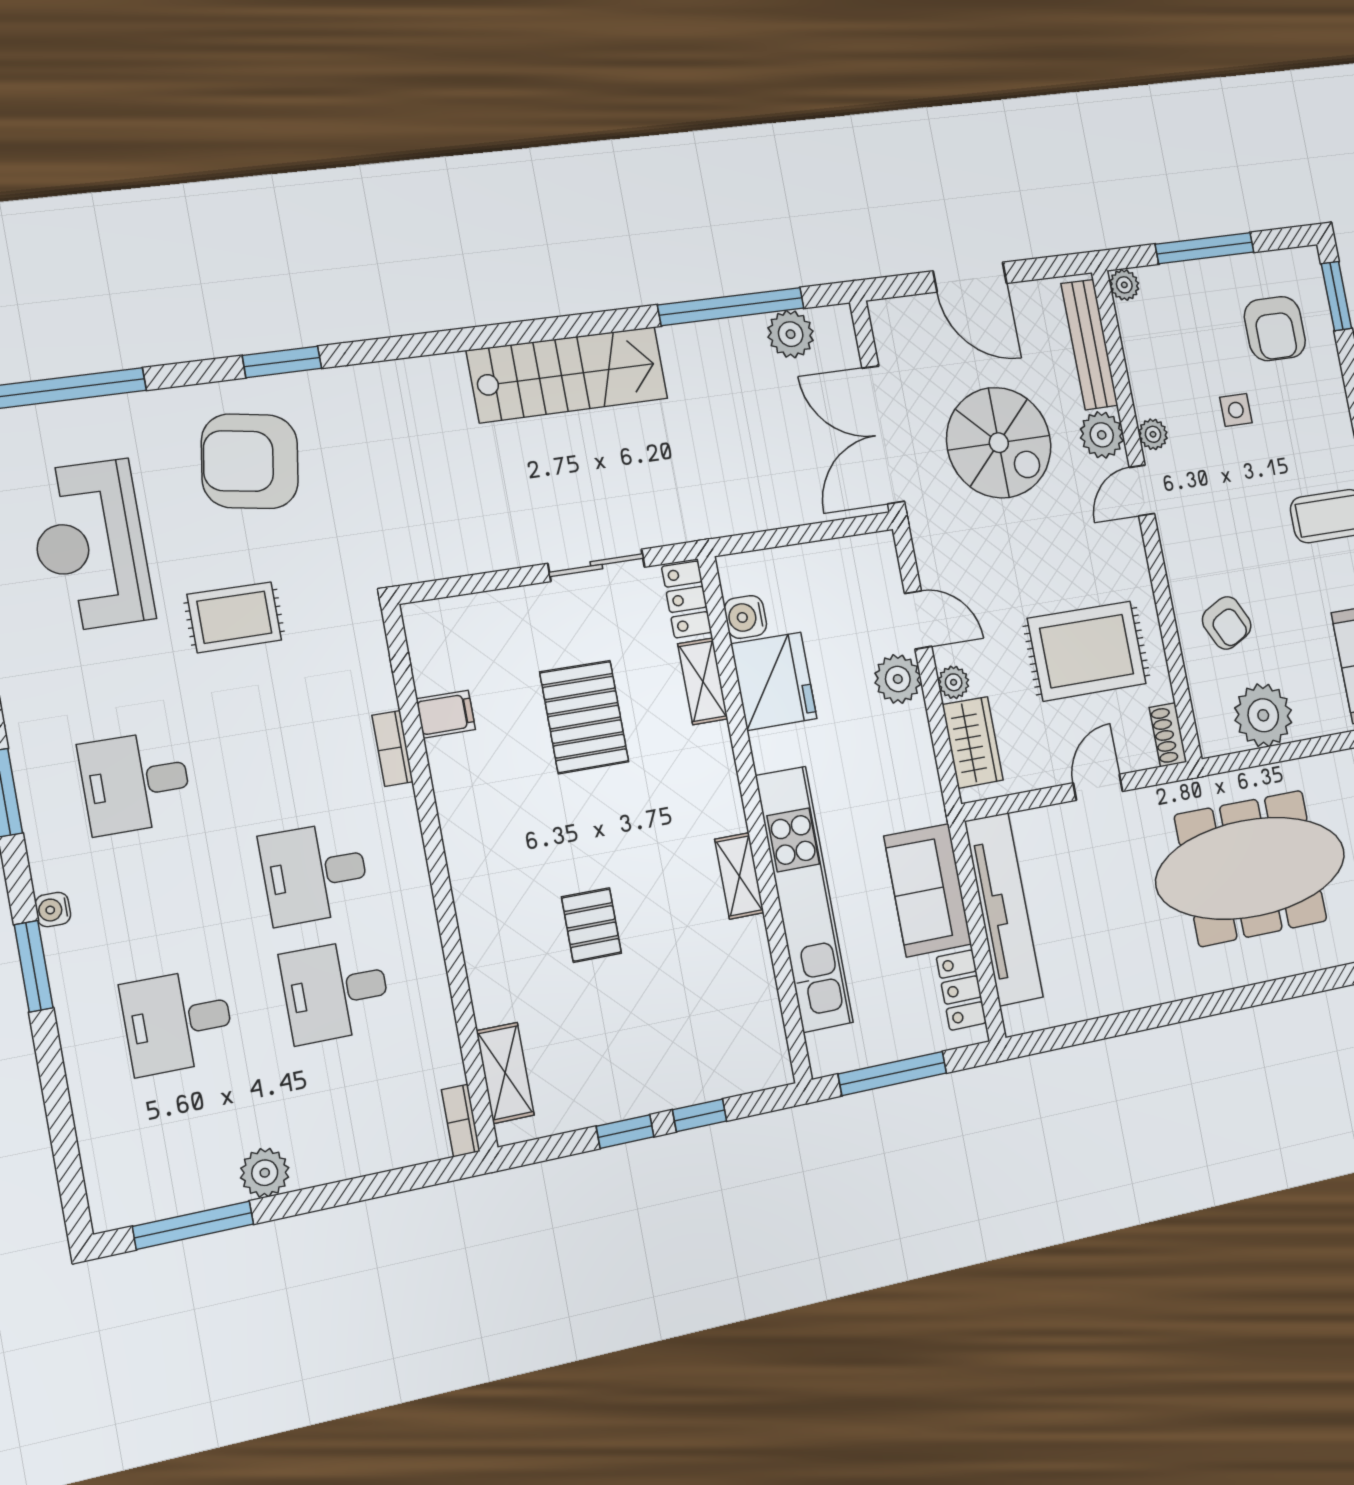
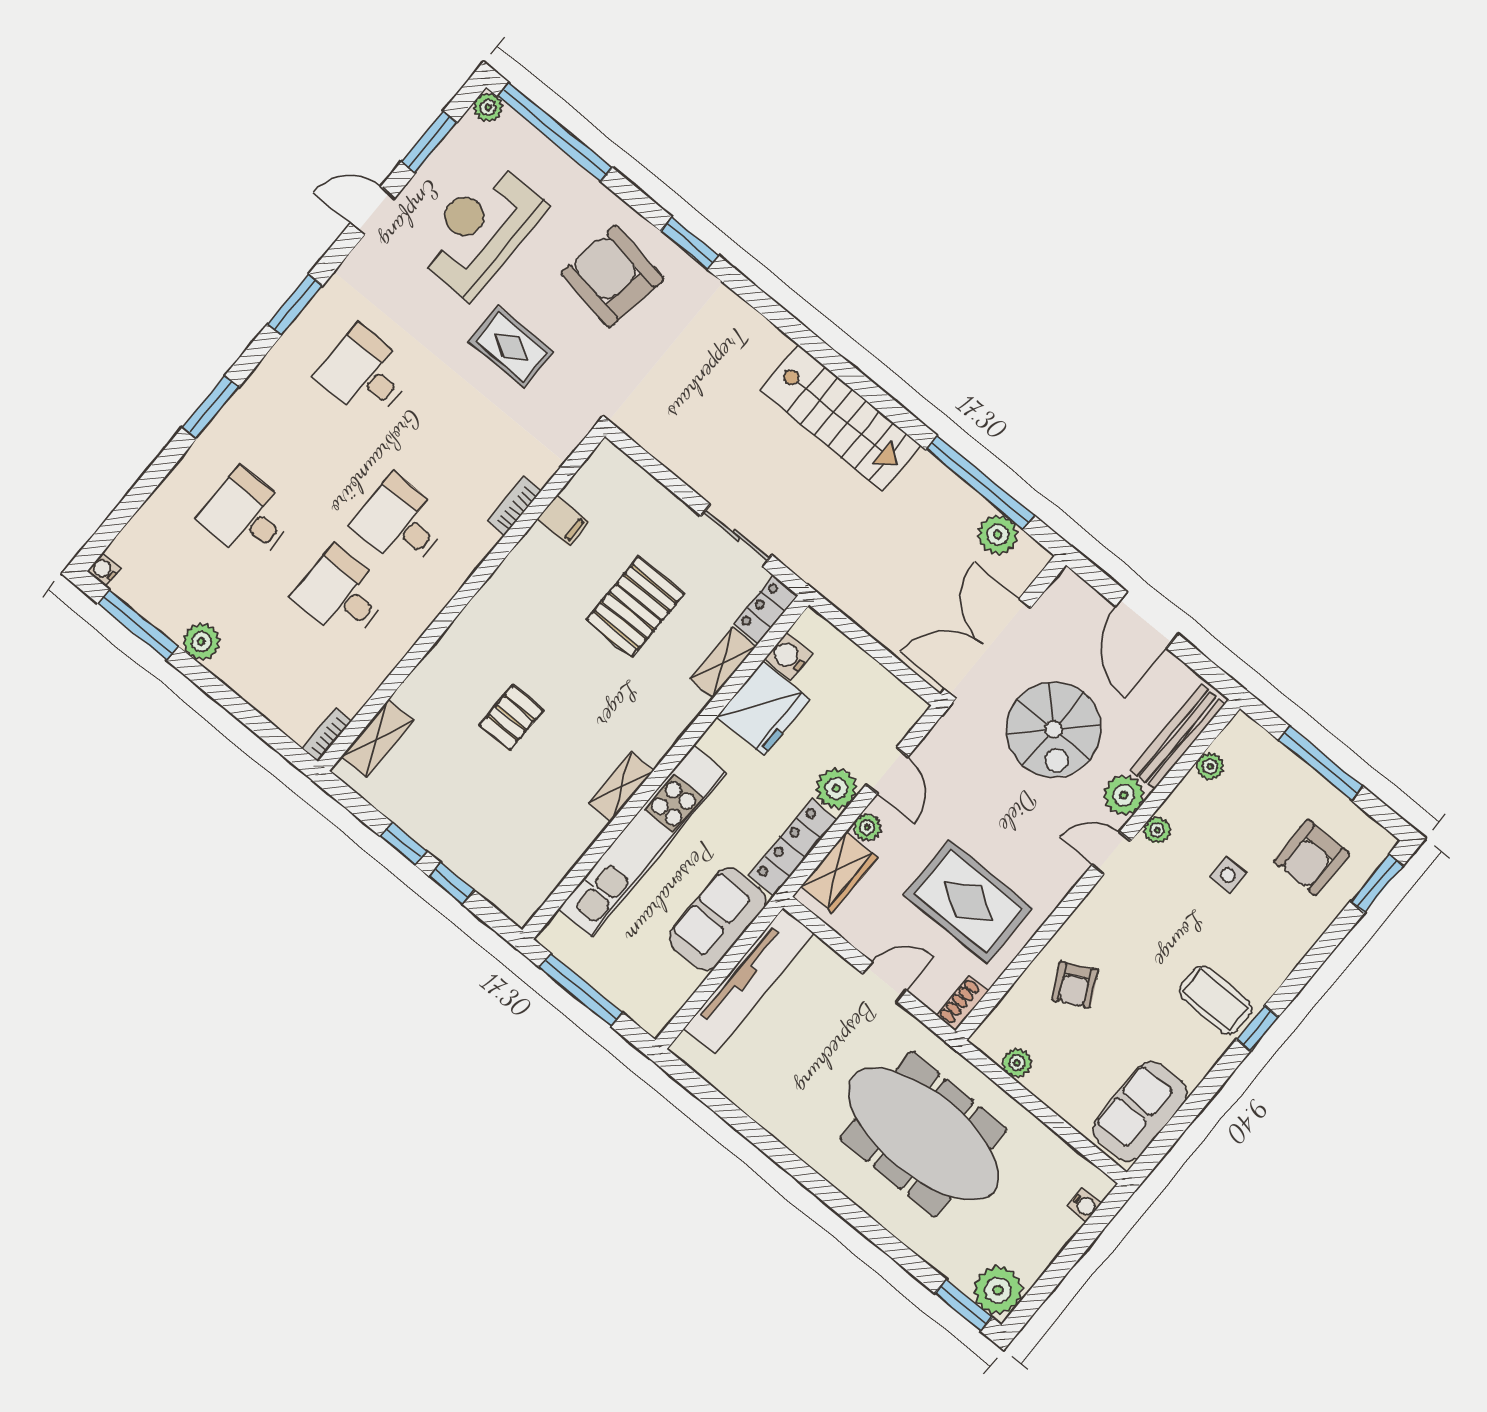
plant: (1124, 285) -> (1210, 766), moved
plant: (1263, 715) -> (1017, 1063), width x0.53, depth x0.53
water cooler: (53, 910) -> (104, 570), moved
locker: (961, 990) -> (793, 847), moved, width x1.53

